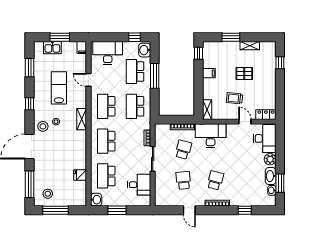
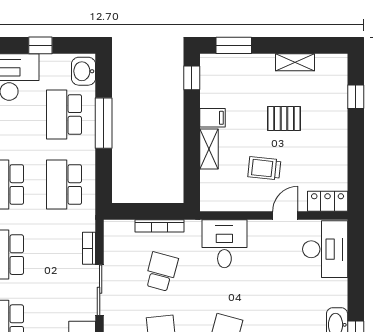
window: (134, 37) -> (40, 45), moved
window: (231, 37) -> (234, 45), moved
shelving: (207, 110) -> (209, 149), moved
door: (245, 122) -> (285, 215), hinge flipped
desk: (211, 136) -> (224, 244), width x0.73
plant: (270, 159) -> (336, 291), removed

